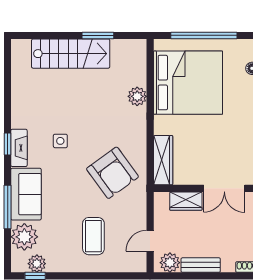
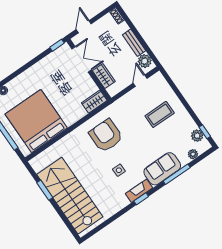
stairs: (71, 54) -> (70, 196), width x1.36, depth x1.51
plant: (137, 96) -> (64, 144), removed
wardrobe: (163, 160) -> (94, 102), width x0.67
armchair: (112, 173) -> (106, 136), moved, turned -54
plant: (24, 237) -> (193, 154), width x0.53, depth x0.53
door: (150, 241) -> (140, 81), swing flipped

